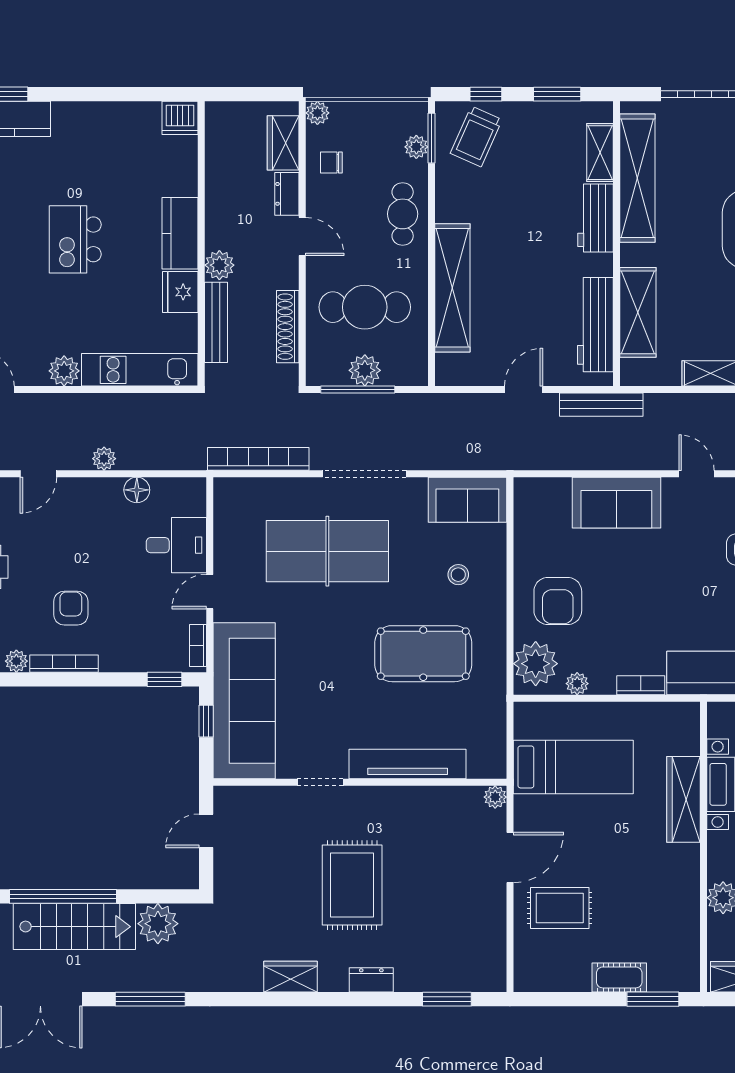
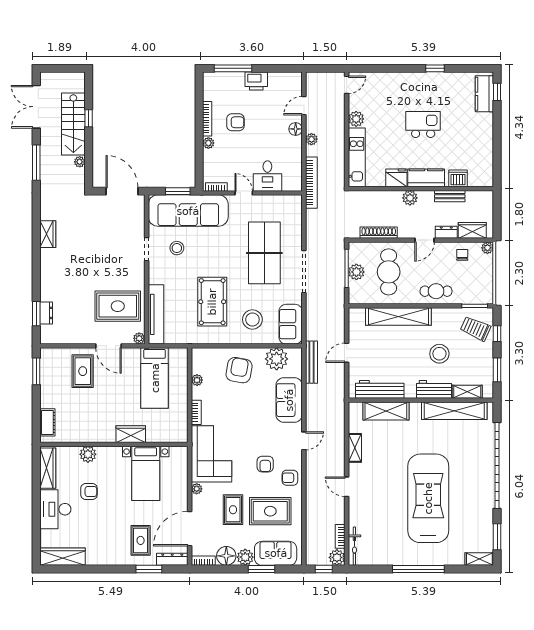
dishwasher: (180, 118) -> (458, 178), moved, turned 90
plant: (416, 147) -> (470, 298), removed
stool: (526, 207) -> (439, 354), added
bench: (216, 322) -> (450, 196), moved, width x0.73
door: (524, 390) -> (347, 353), swing flipped
bench: (601, 405) -> (311, 362), moved
bookcase: (258, 459) -> (311, 183), moved
door: (38, 474) -> (304, 106), hinge flipped
floor lamp: (137, 490) -> (296, 129), moved
stool: (458, 575) -> (252, 320), width x1.89, depth x1.89
armchair: (558, 601) -> (239, 370), turned 100
plant: (16, 661) -> (208, 143), moved
plant: (536, 664) -> (277, 359), moved
window: (164, 679) -> (199, 170), removed
window: (206, 721) -> (178, 191), width x1.50
stool: (318, 723) -> (177, 248), added
tv unit: (408, 764) -> (156, 314), moved
wardrobe: (684, 799) -> (131, 434), width x0.67
door: (206, 831) -> (122, 191), width x1.88
rug: (352, 885) -> (118, 306), moved
window: (63, 896) -> (89, 118), width x0.32
plant: (158, 924) -> (80, 162), width x0.53, depth x0.53
cot: (619, 977) -> (47, 422), moved
dresser: (371, 980) -> (46, 313), moved
window: (653, 999) -> (36, 371), moved

